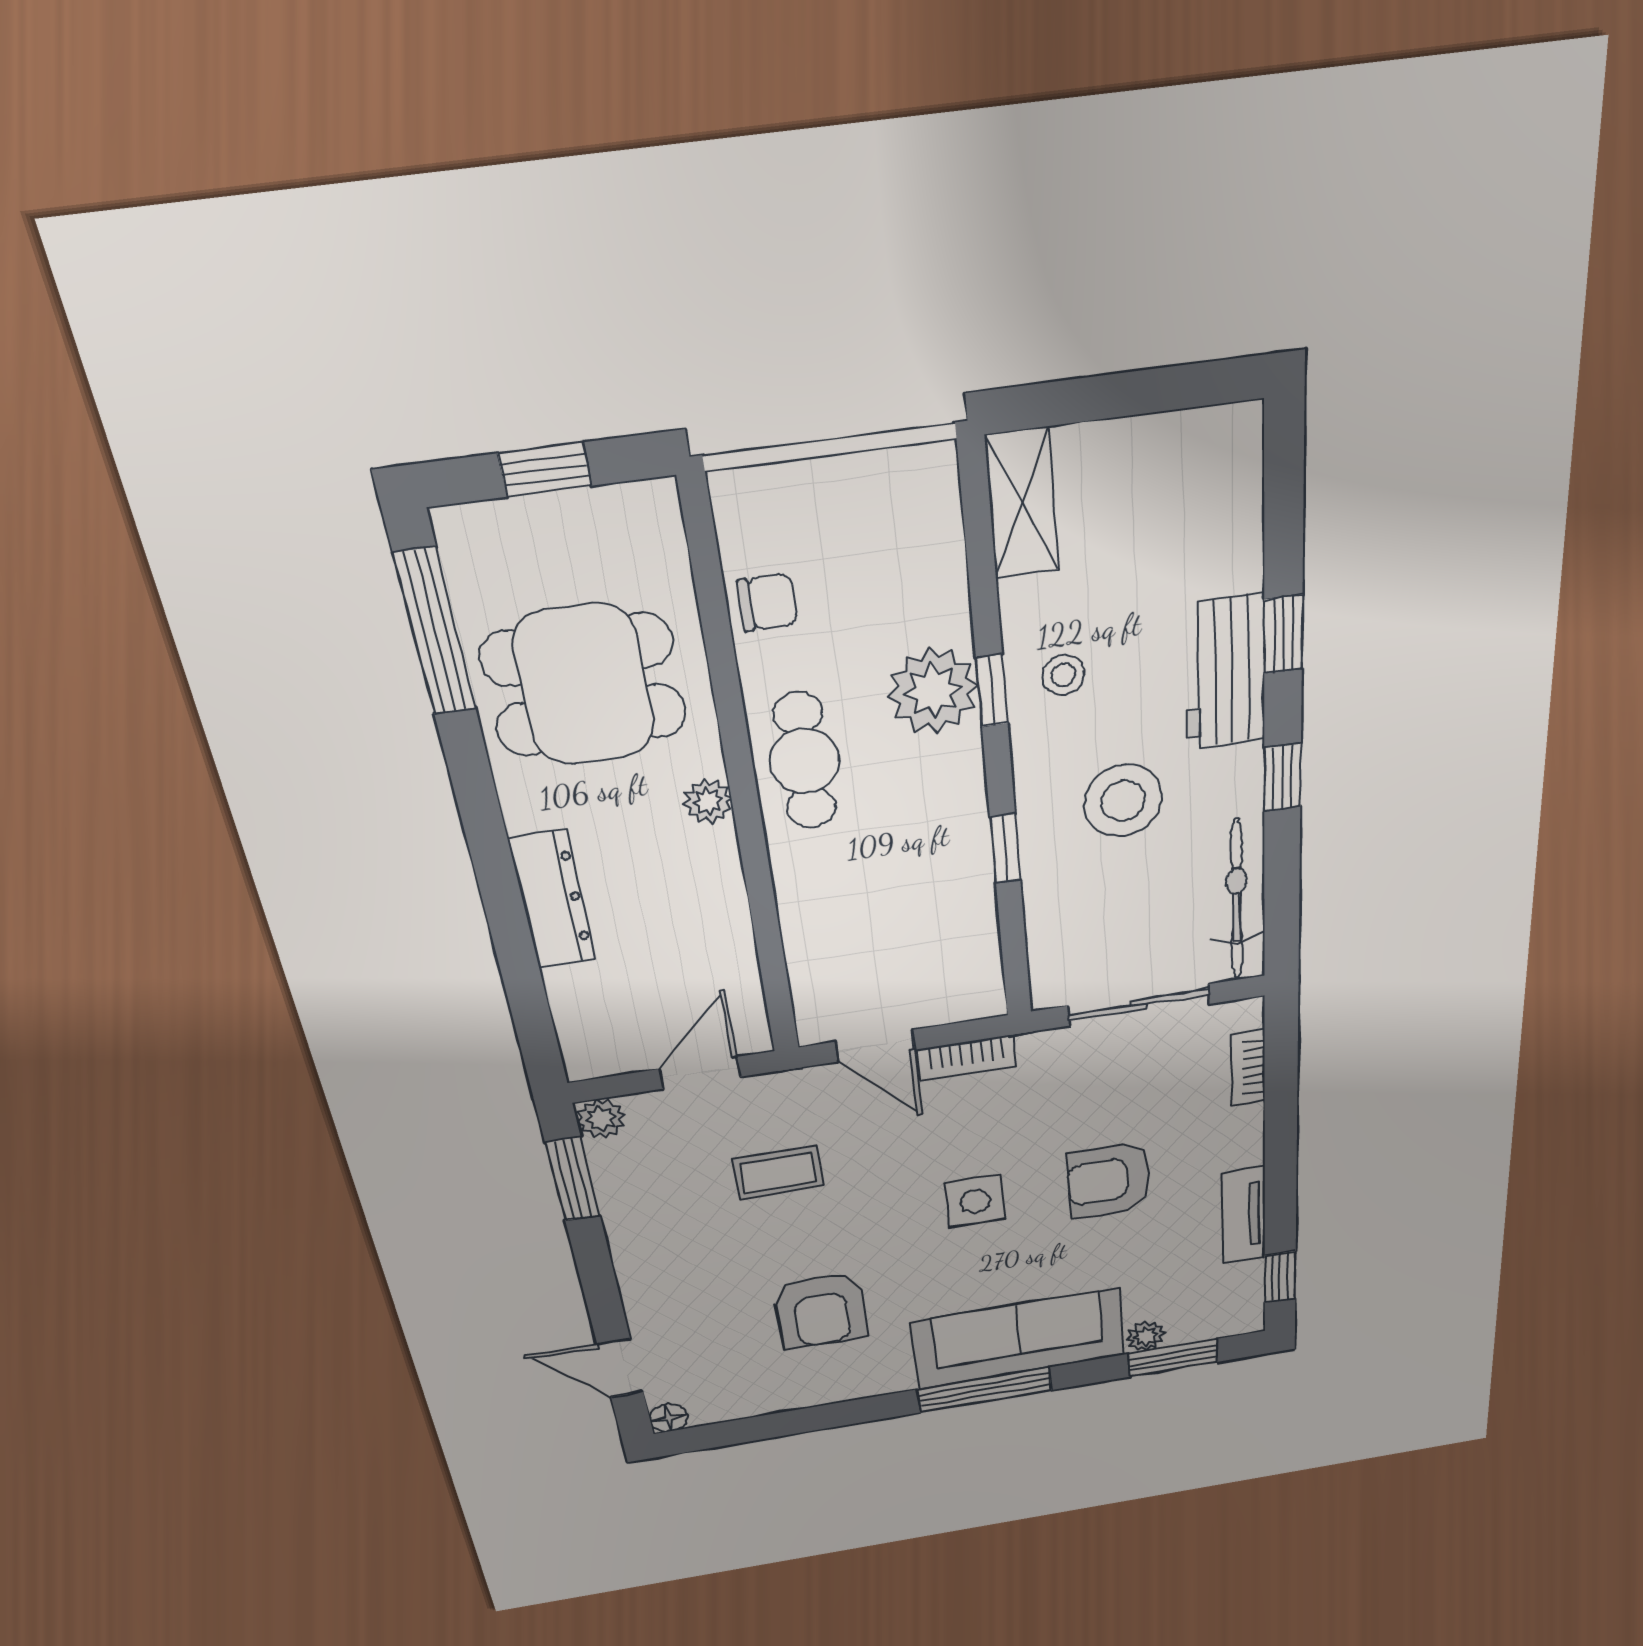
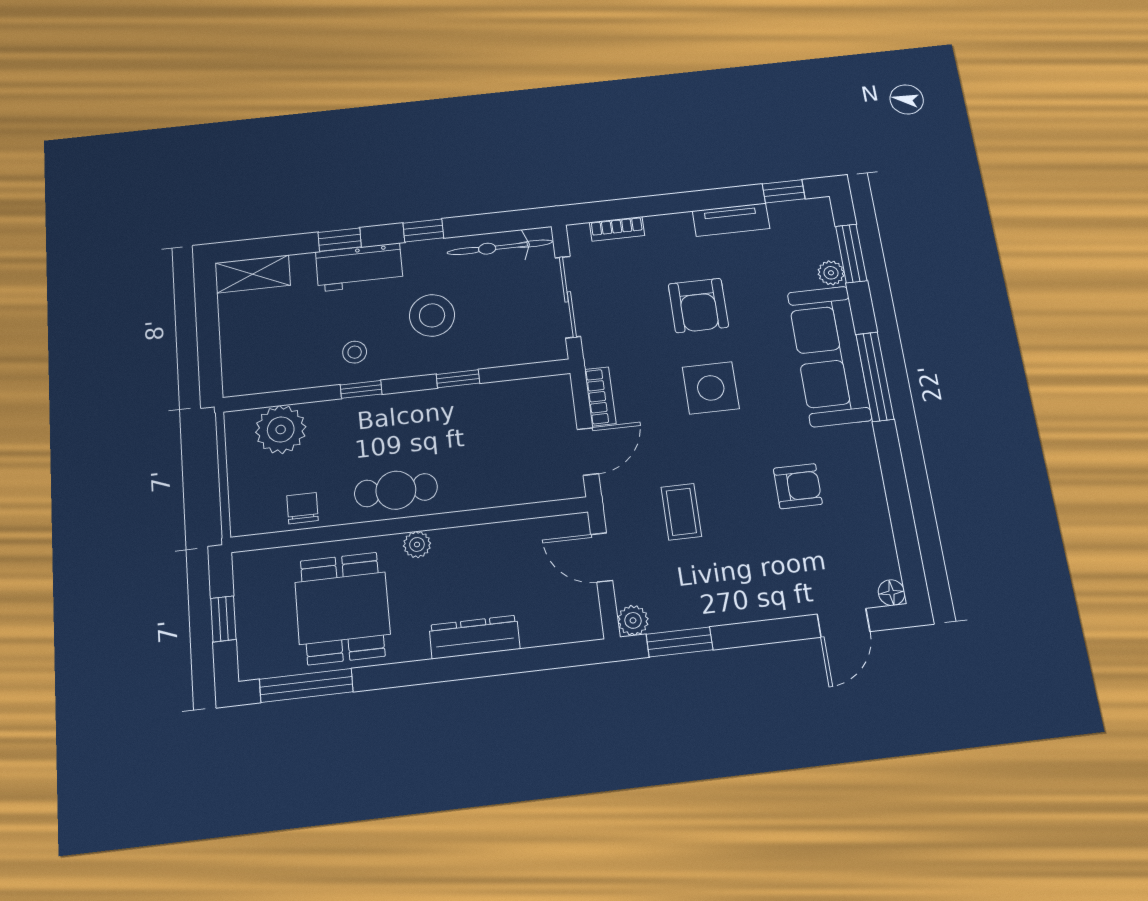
shelving: (1022, 504) -> (253, 274), moved
plant: (933, 691) -> (281, 430), moved
side table: (975, 1201) -> (711, 388), width x1.37, depth x1.37
armchair: (821, 1310) -> (798, 486), width x0.72, depth x0.72

